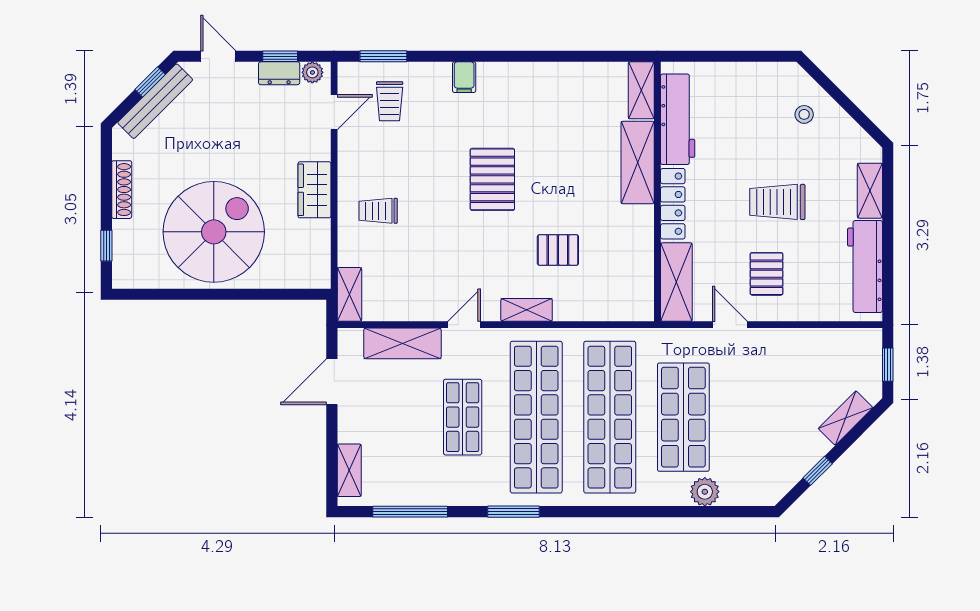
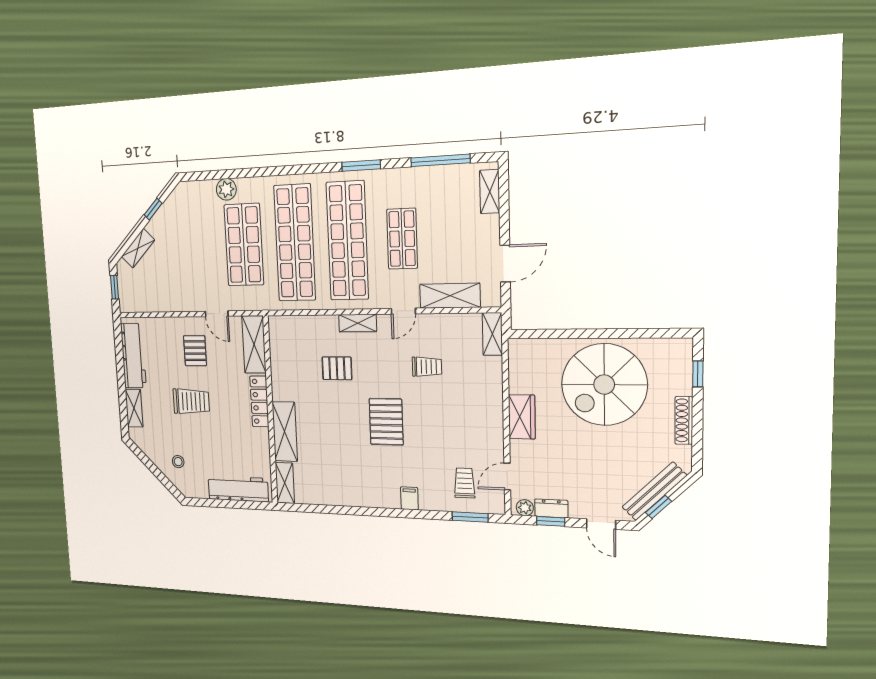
workbench: (678, 119) -> (238, 489), moved, turned 90
trolley: (378, 211) -> (427, 367), moved

